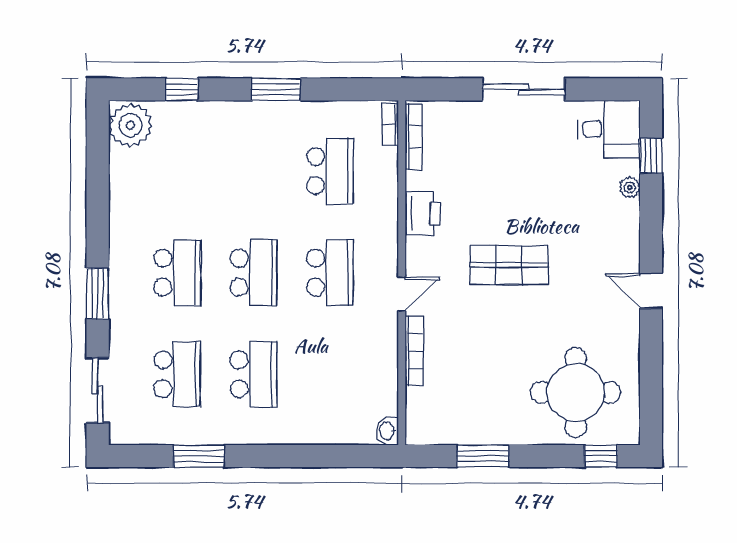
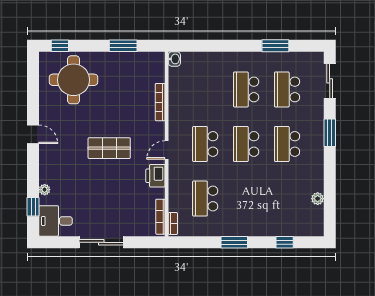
plant: (130, 125) -> (318, 199), moved, width x0.53, depth x0.53
door: (402, 294) -> (167, 150), moved

